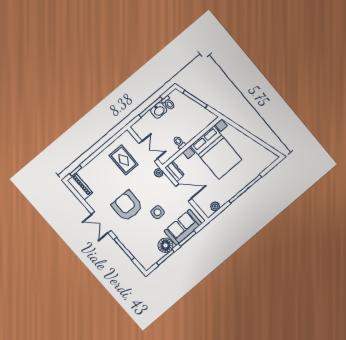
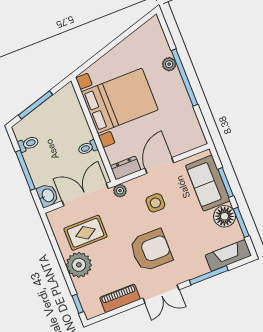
washbasin: (159, 110) -> (47, 196), moved
double door: (148, 151) -> (85, 195), width x1.37
plant: (101, 163) -> (79, 265), added
piano: (80, 187) -> (120, 298), moved
armchair: (127, 206) -> (151, 250), turned 180
plant: (215, 206) -> (169, 64), moved
side table: (158, 212) -> (155, 203), moved
fireplace: (141, 257) -> (228, 255), added

